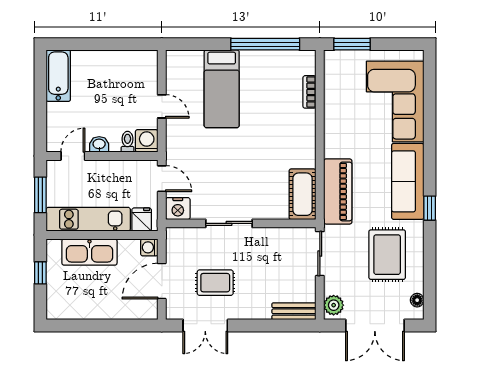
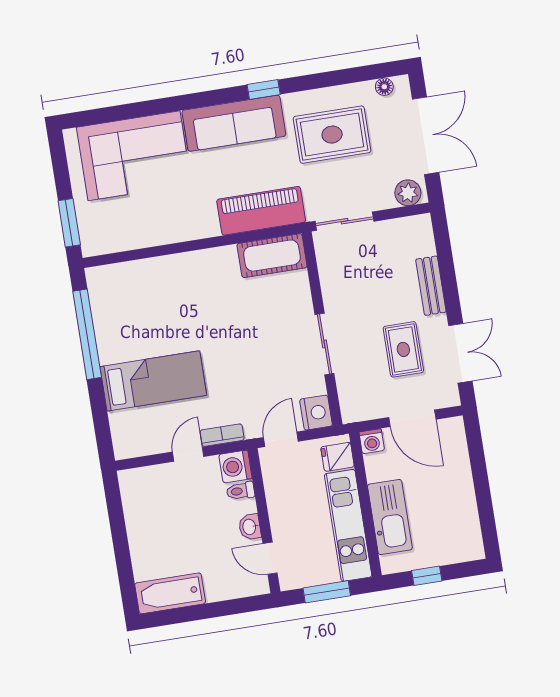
bookcase: (309, 92) -> (222, 435), moved, turned 180
bench: (294, 311) -> (431, 286), moved

